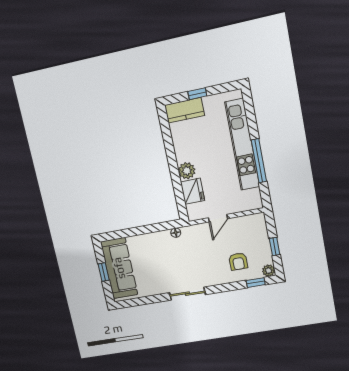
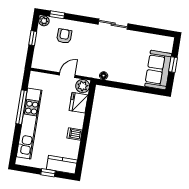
dishwasher: (183, 153) -> (75, 134), added
plant: (187, 171) -> (83, 86), moved
sofa: (119, 268) -> (158, 70), width x0.73

